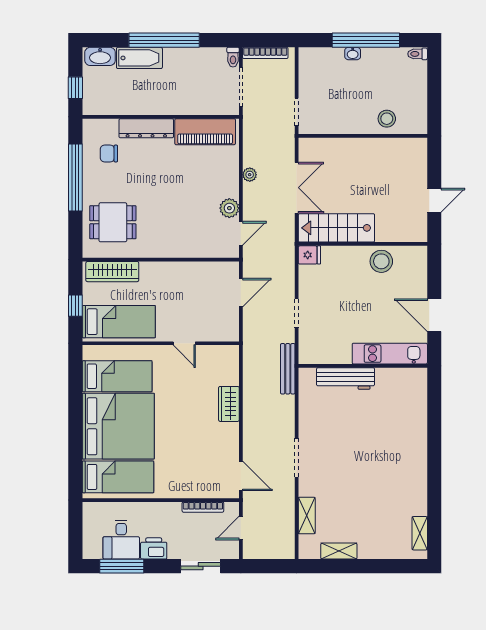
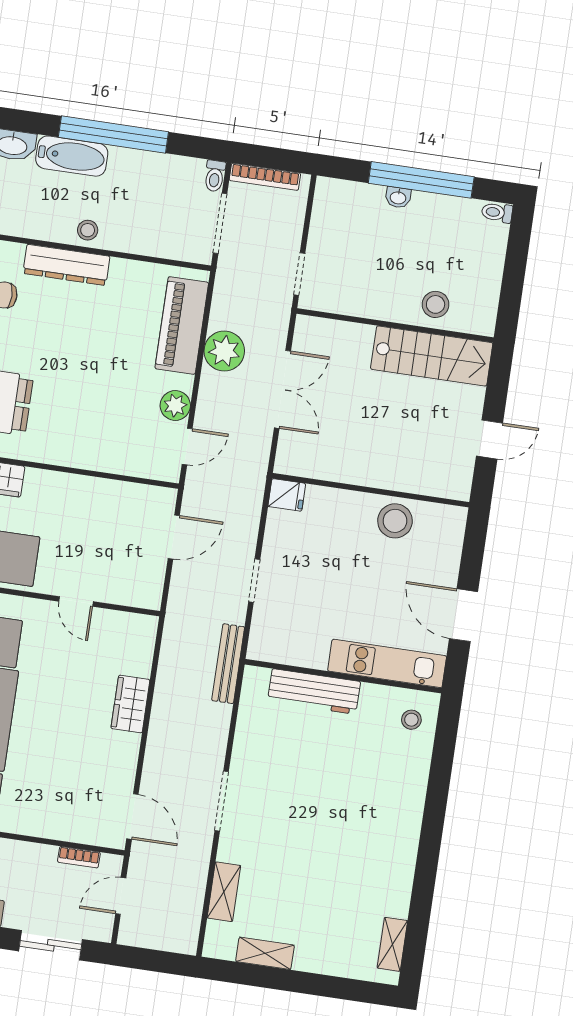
stool: (157, 104) -> (88, 230), added
piano: (205, 132) -> (182, 325), moved, turned 90
plant: (250, 175) -> (224, 351), width x1.88, depth x1.88
stairs: (336, 228) -> (432, 356), moved, turned 180
stool: (411, 387) -> (411, 720), added
bookcase: (203, 507) -> (79, 857), width x0.64

